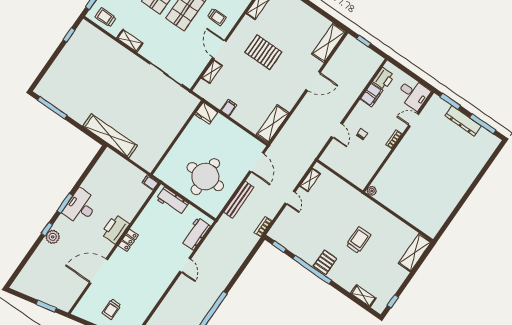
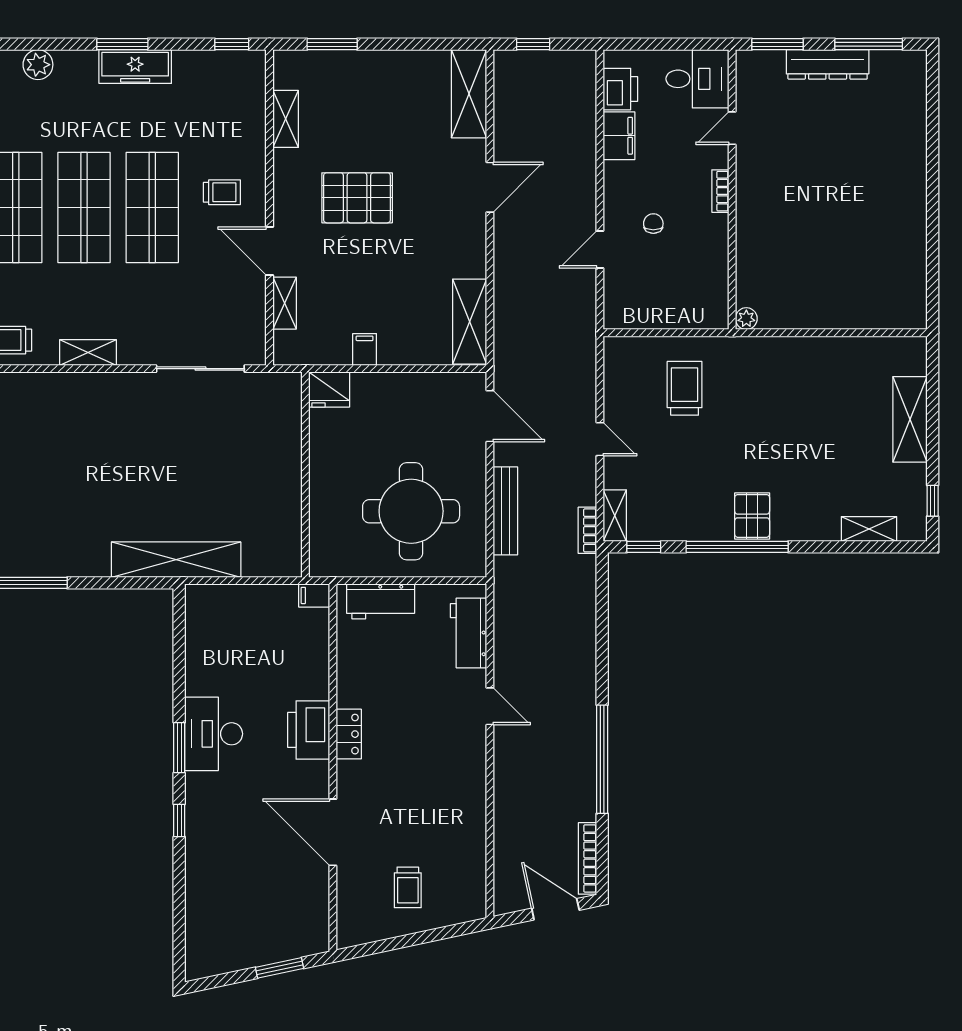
door: (337, 130) -> (600, 250), swing flipped
shelving: (310, 180) -> (615, 516), moved
plant: (53, 237) -> (200, 828), removed
trolley: (358, 240) -> (685, 388), moved
shelving: (415, 253) -> (910, 419), moved
door: (99, 271) -> (333, 832), hinge flipped

